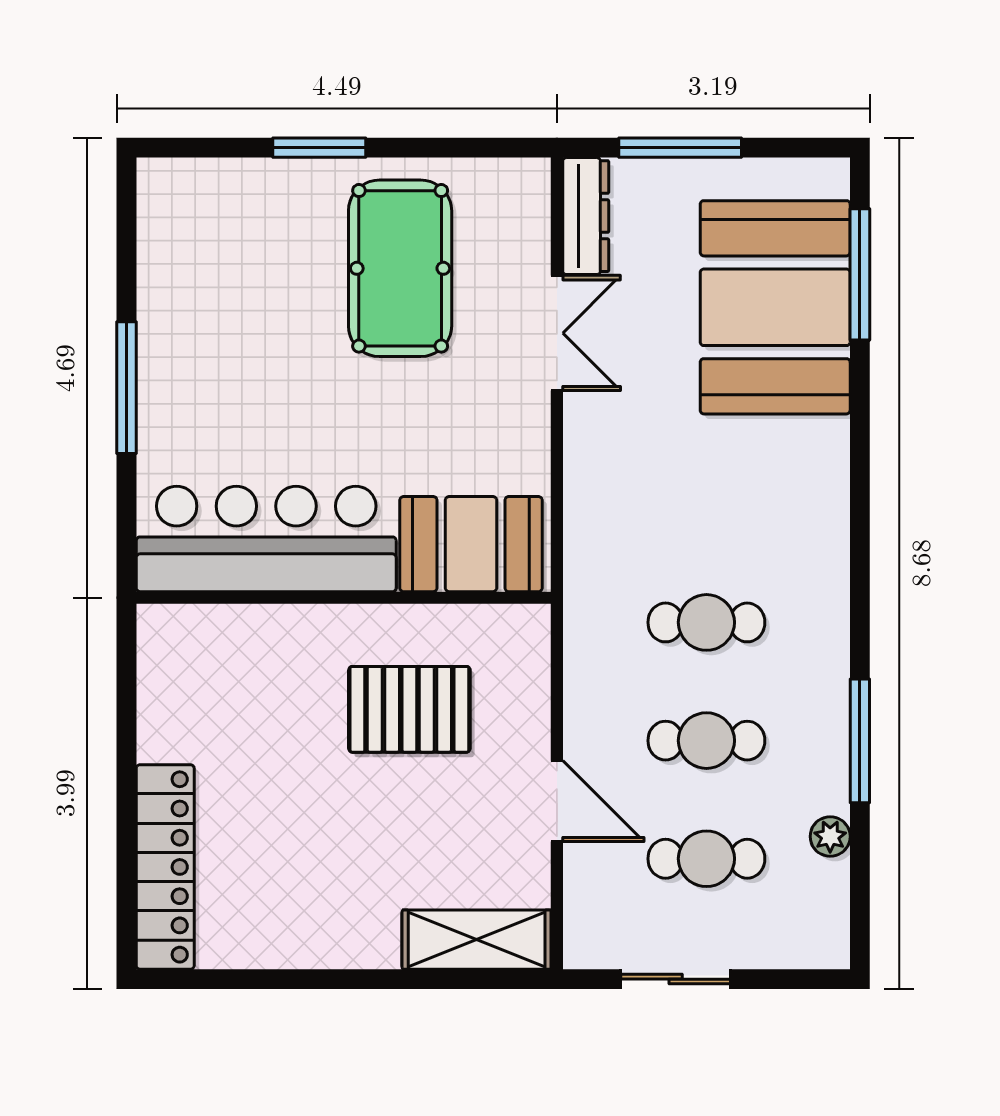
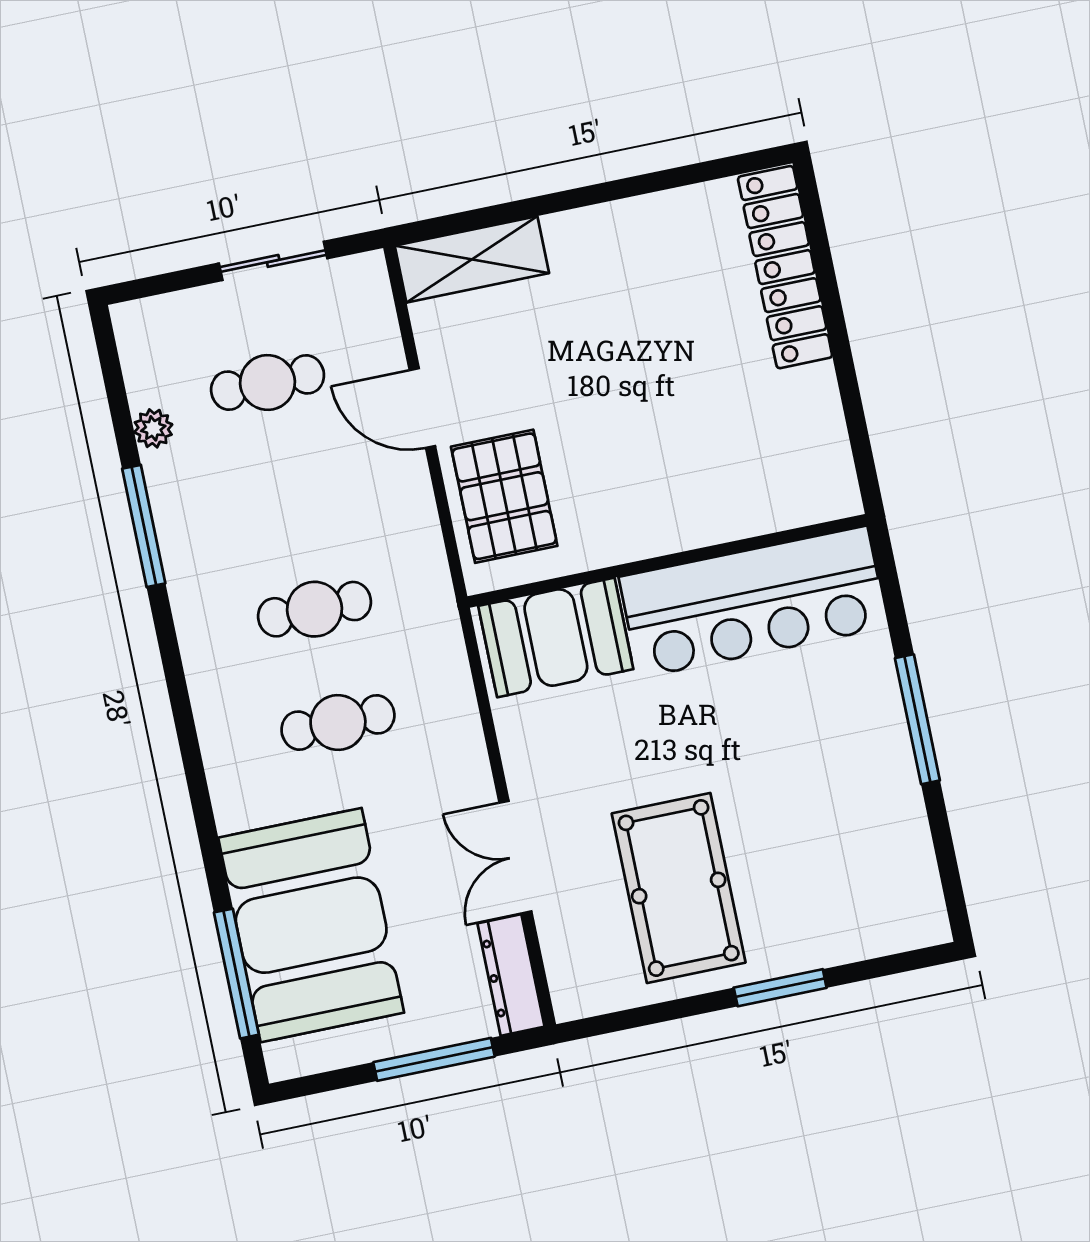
pallet: (409, 709) -> (504, 496), moved, turned 90
cafe table: (706, 741) -> (338, 722), moved

